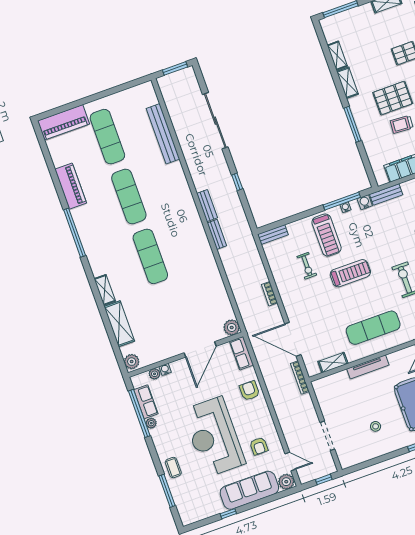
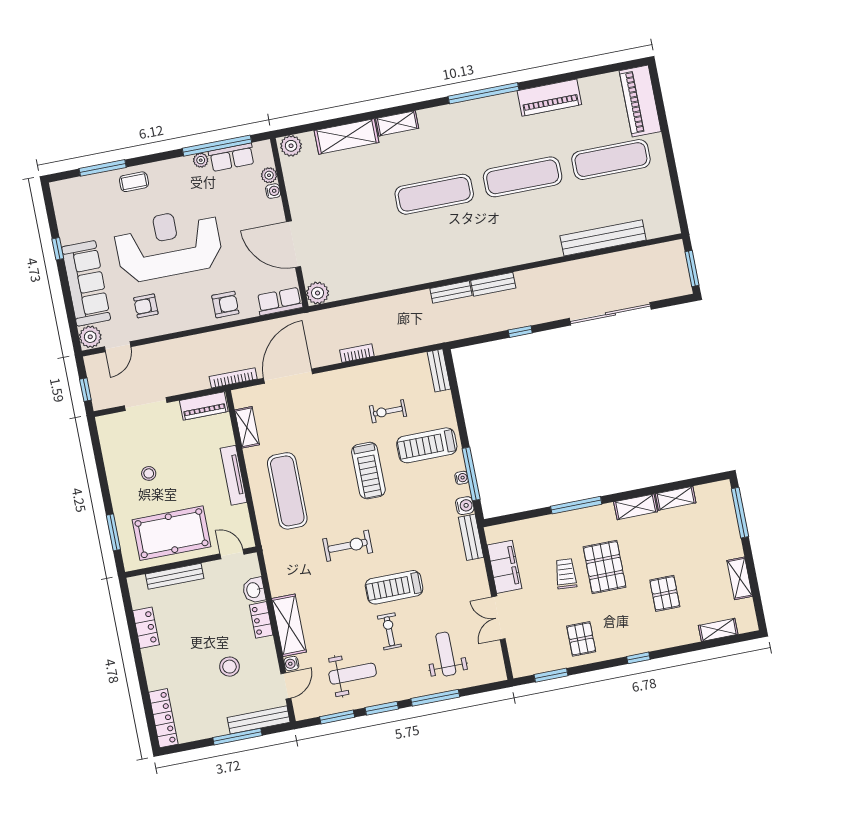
piano: (323, 395) -> (204, 406), added

